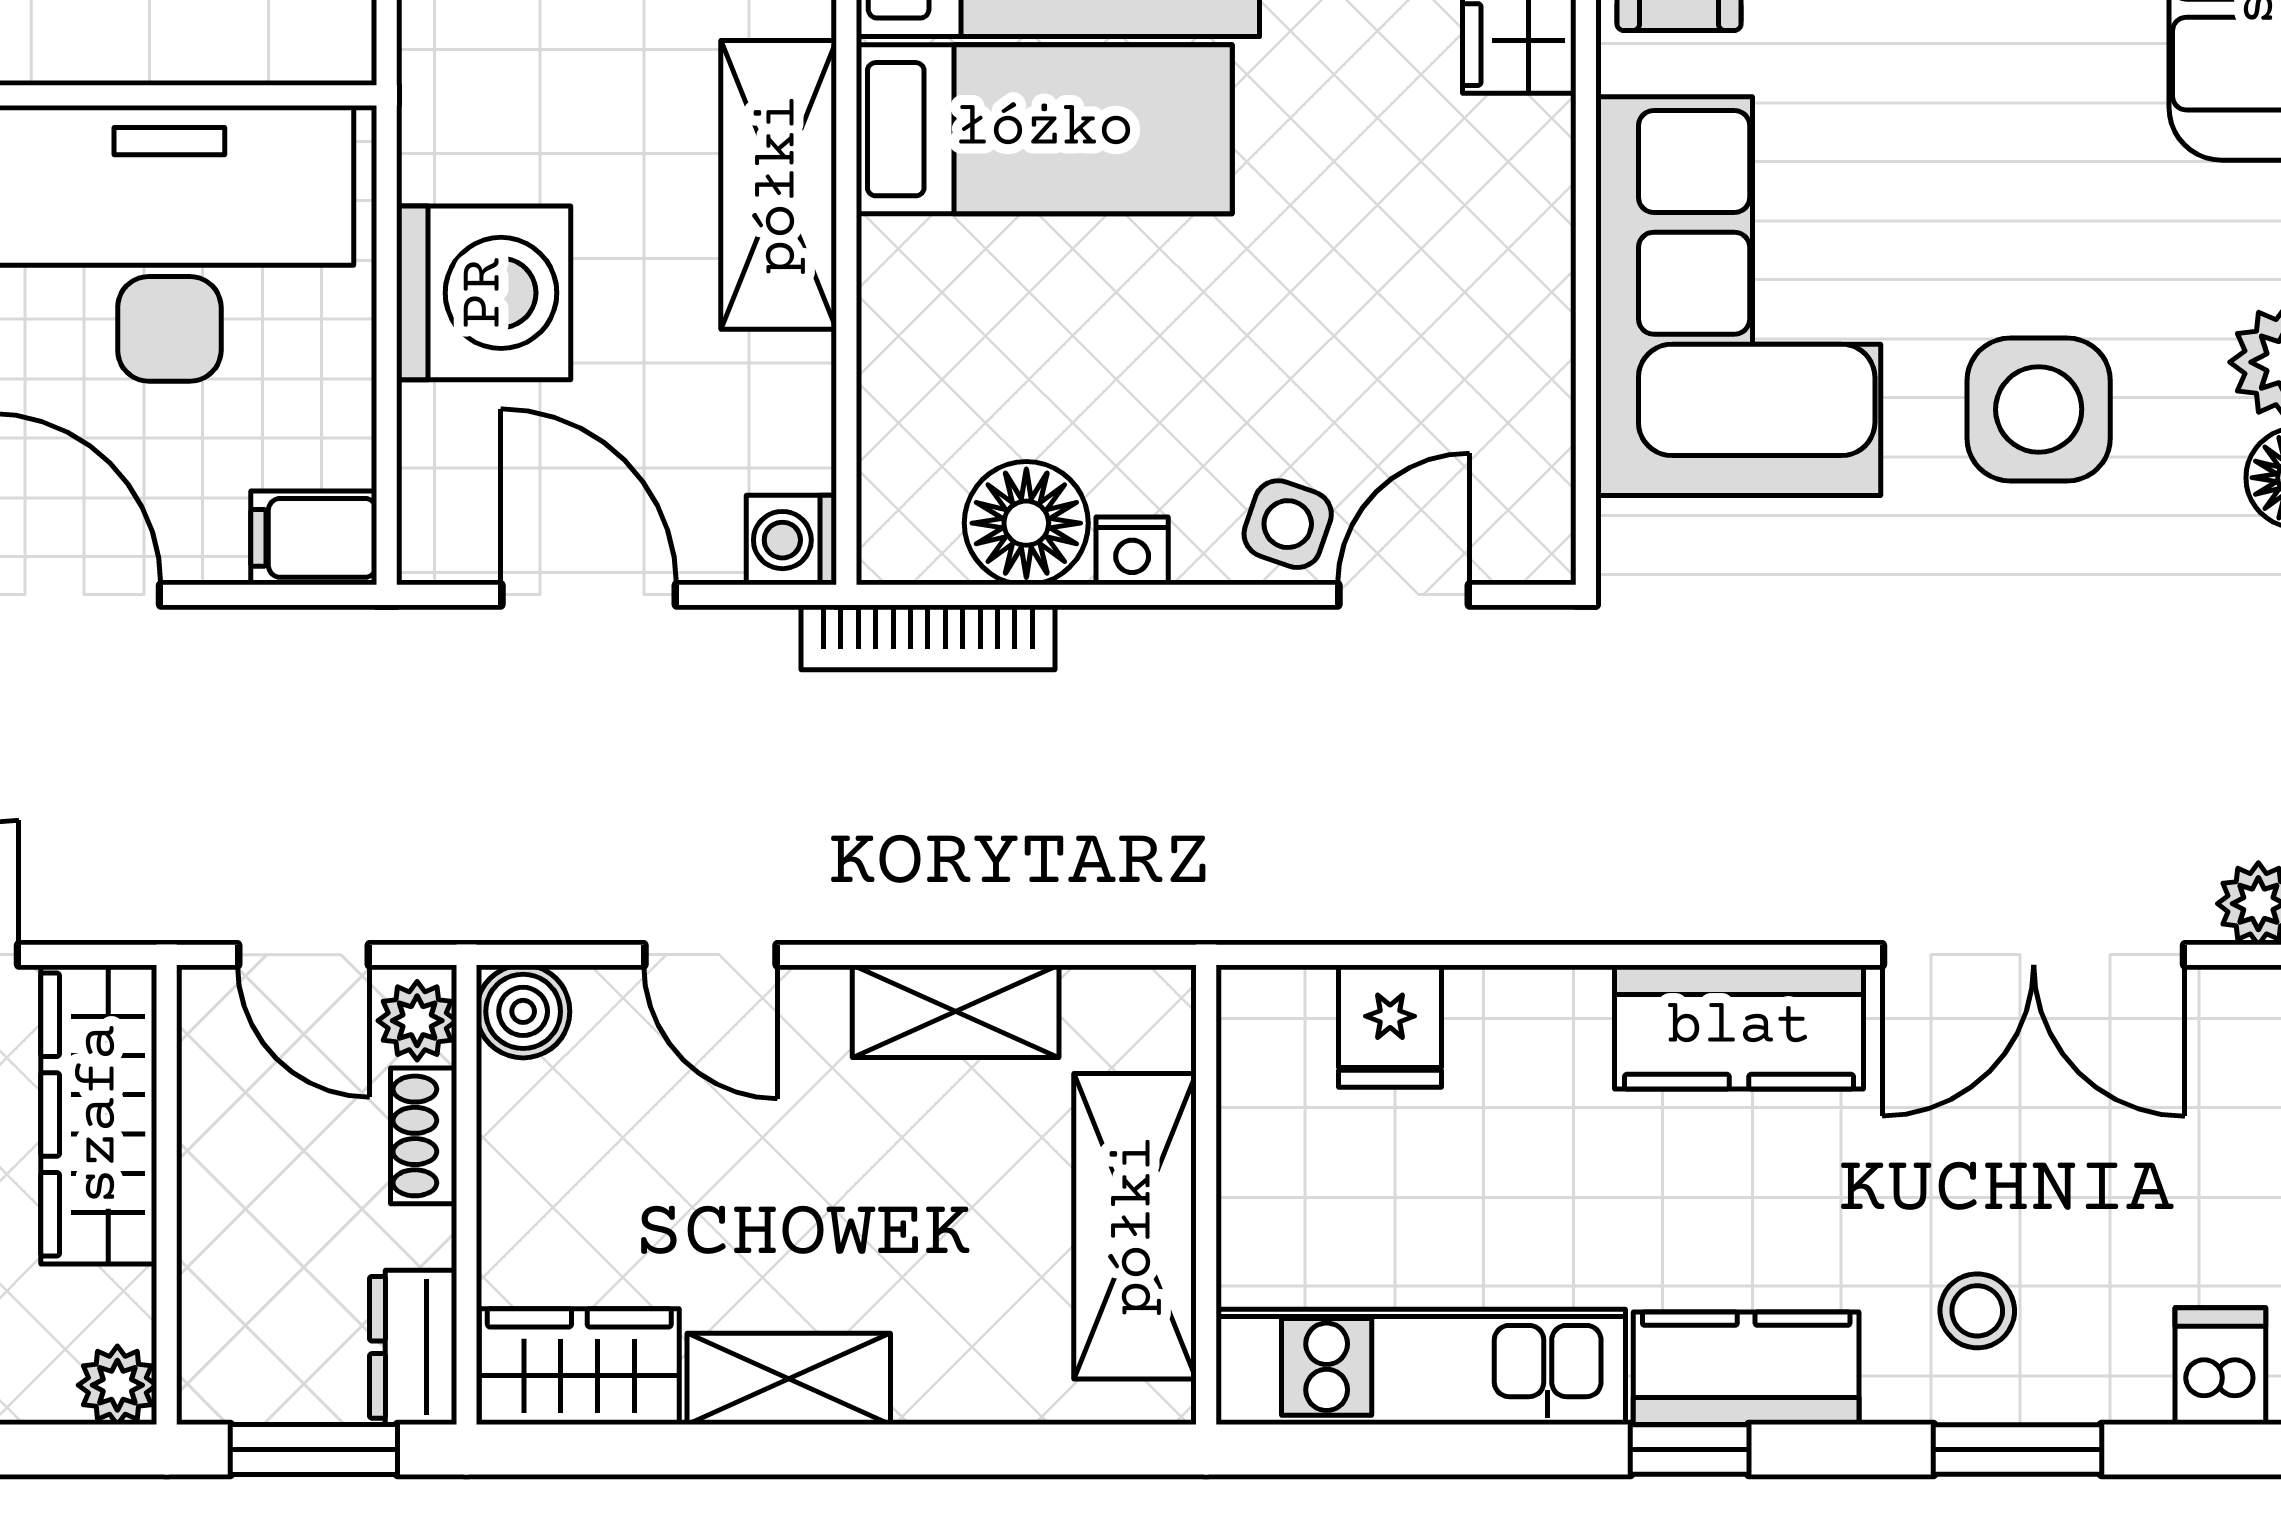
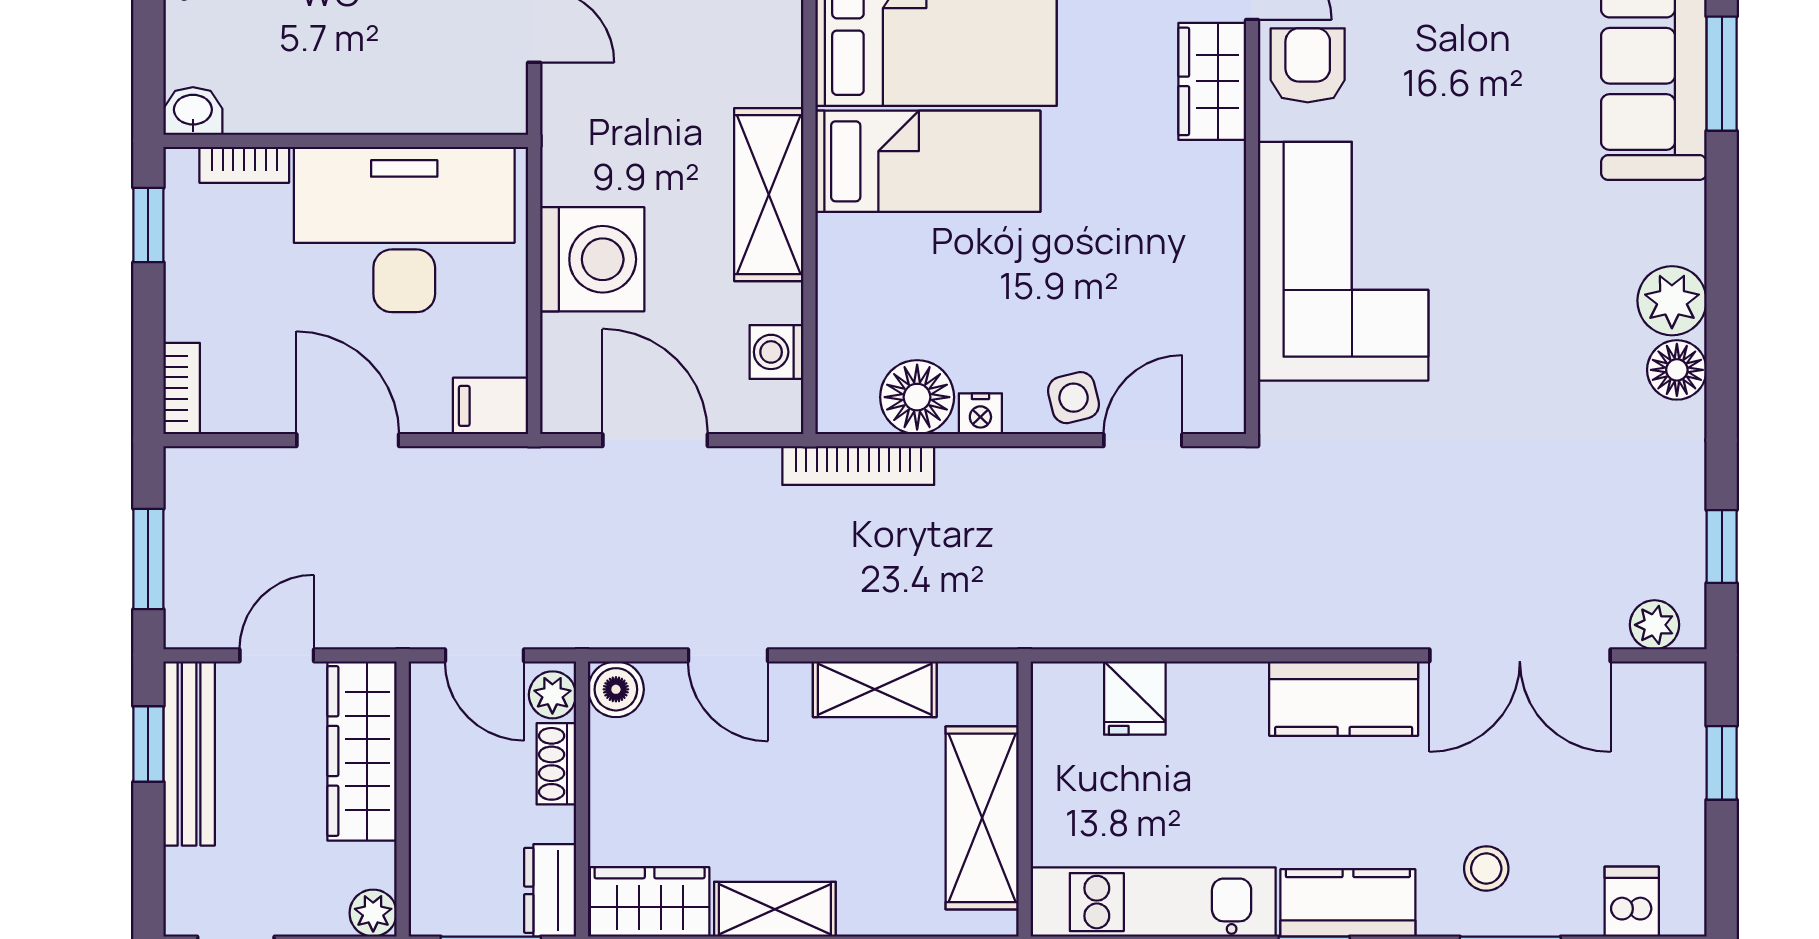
side table: (2039, 409) -> (1523, 329), removed
side table: (1288, 524) -> (1074, 398), turned -33
washing machine: (791, 540) -> (776, 352), moved

